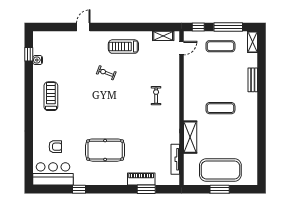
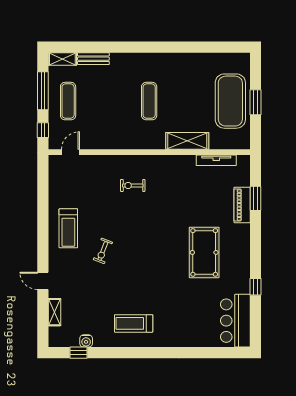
shelving: (163, 36) -> (54, 312), moved
door: (181, 48) -> (70, 152), hinge flipped
bench: (253, 80) -> (93, 59), moved
armchair: (55, 147) -> (200, 318), removed

